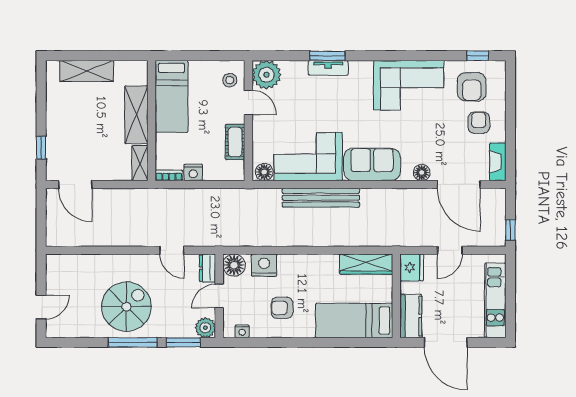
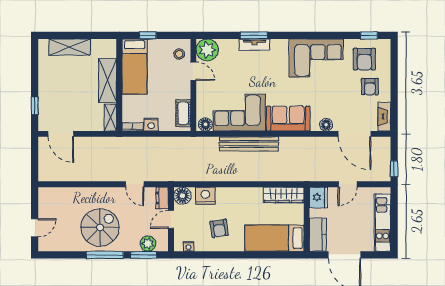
window: (189, 56) -> (148, 35), added
armchair: (479, 123) -> (370, 87), turned 180
cot: (235, 142) -> (183, 113), moved
armchair: (282, 308) -> (219, 228), turned -98
plant: (205, 328) -> (148, 244), moved

